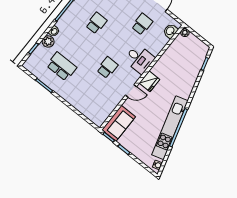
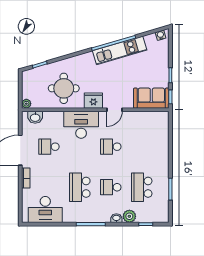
school desk: (96, 23) -> (80, 187), width x1.85
school desk: (79, 45) -> (111, 187), added
desk: (139, 59) -> (81, 125), width x1.37
round table: (175, 67) -> (64, 88), added
door: (131, 91) -> (115, 110), swing flipped
kitchen unit: (170, 128) -> (120, 50), width x0.73

